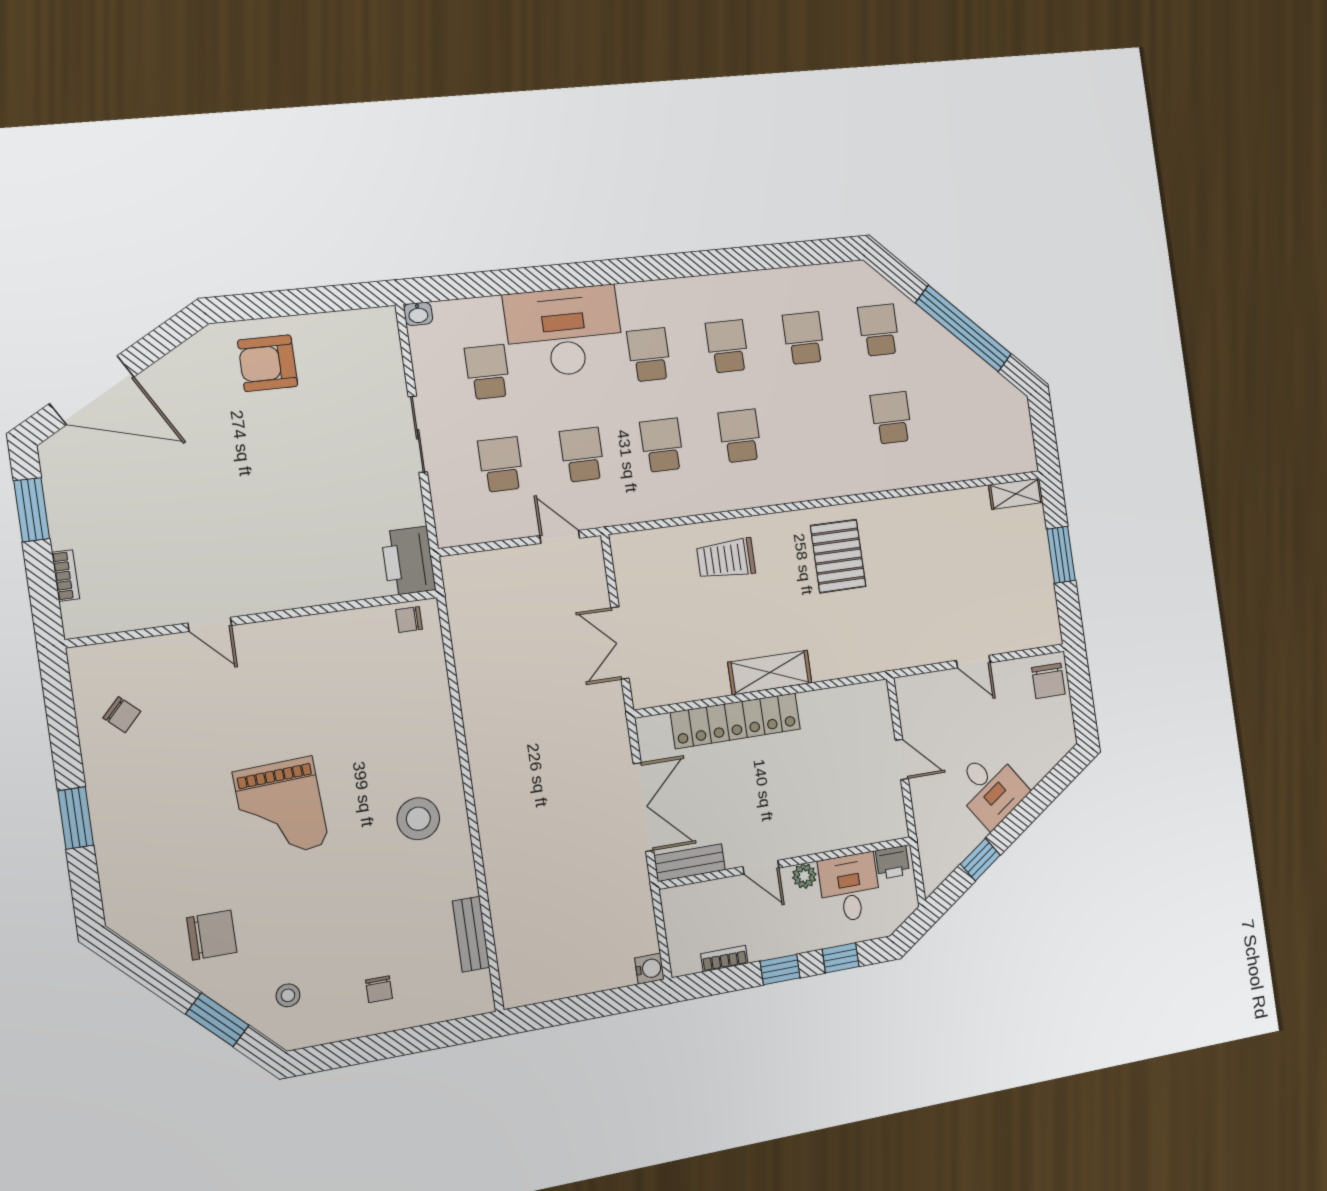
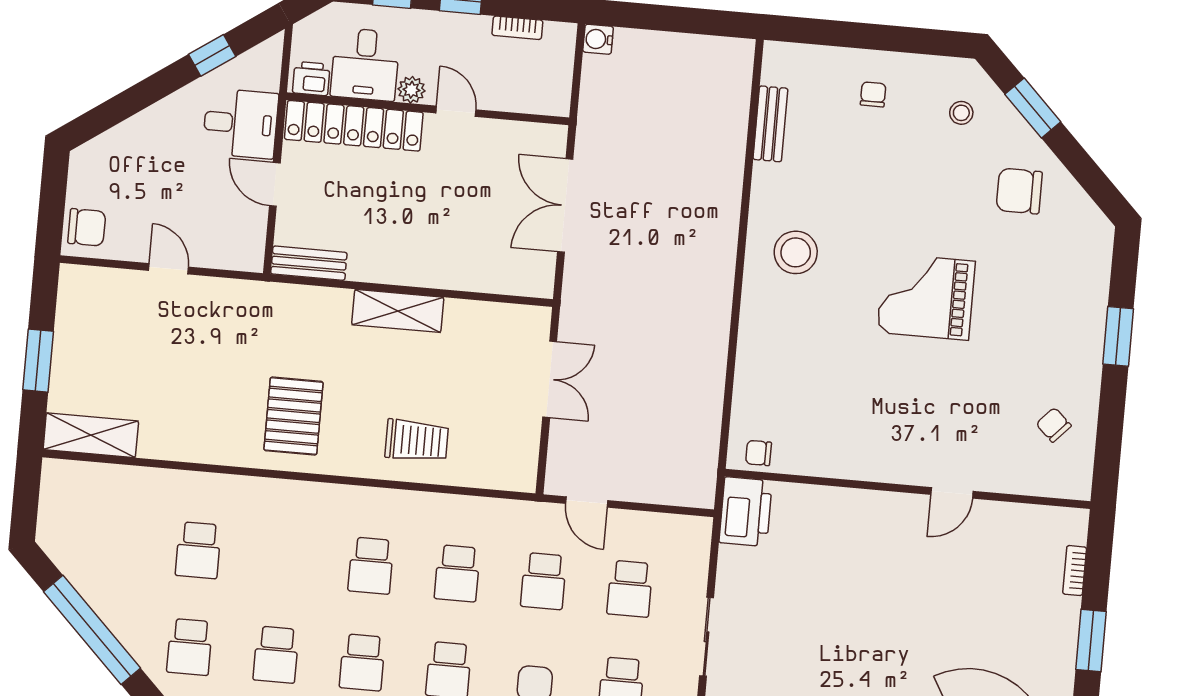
shelving: (1016, 494) -> (91, 435), width x1.50, depth x1.33
chair: (409, 620) -> (759, 453), turned 180
door: (210, 624) -> (952, 493), swing flipped
chair: (1048, 681) -> (87, 227), turned 90
locker: (736, 721) -> (354, 126), moved, turned 180
desk: (990, 789) -> (240, 123), moved, turned 125
grand piano: (281, 808) -> (926, 297), turned -87
bench: (690, 863) -> (309, 263), moved

